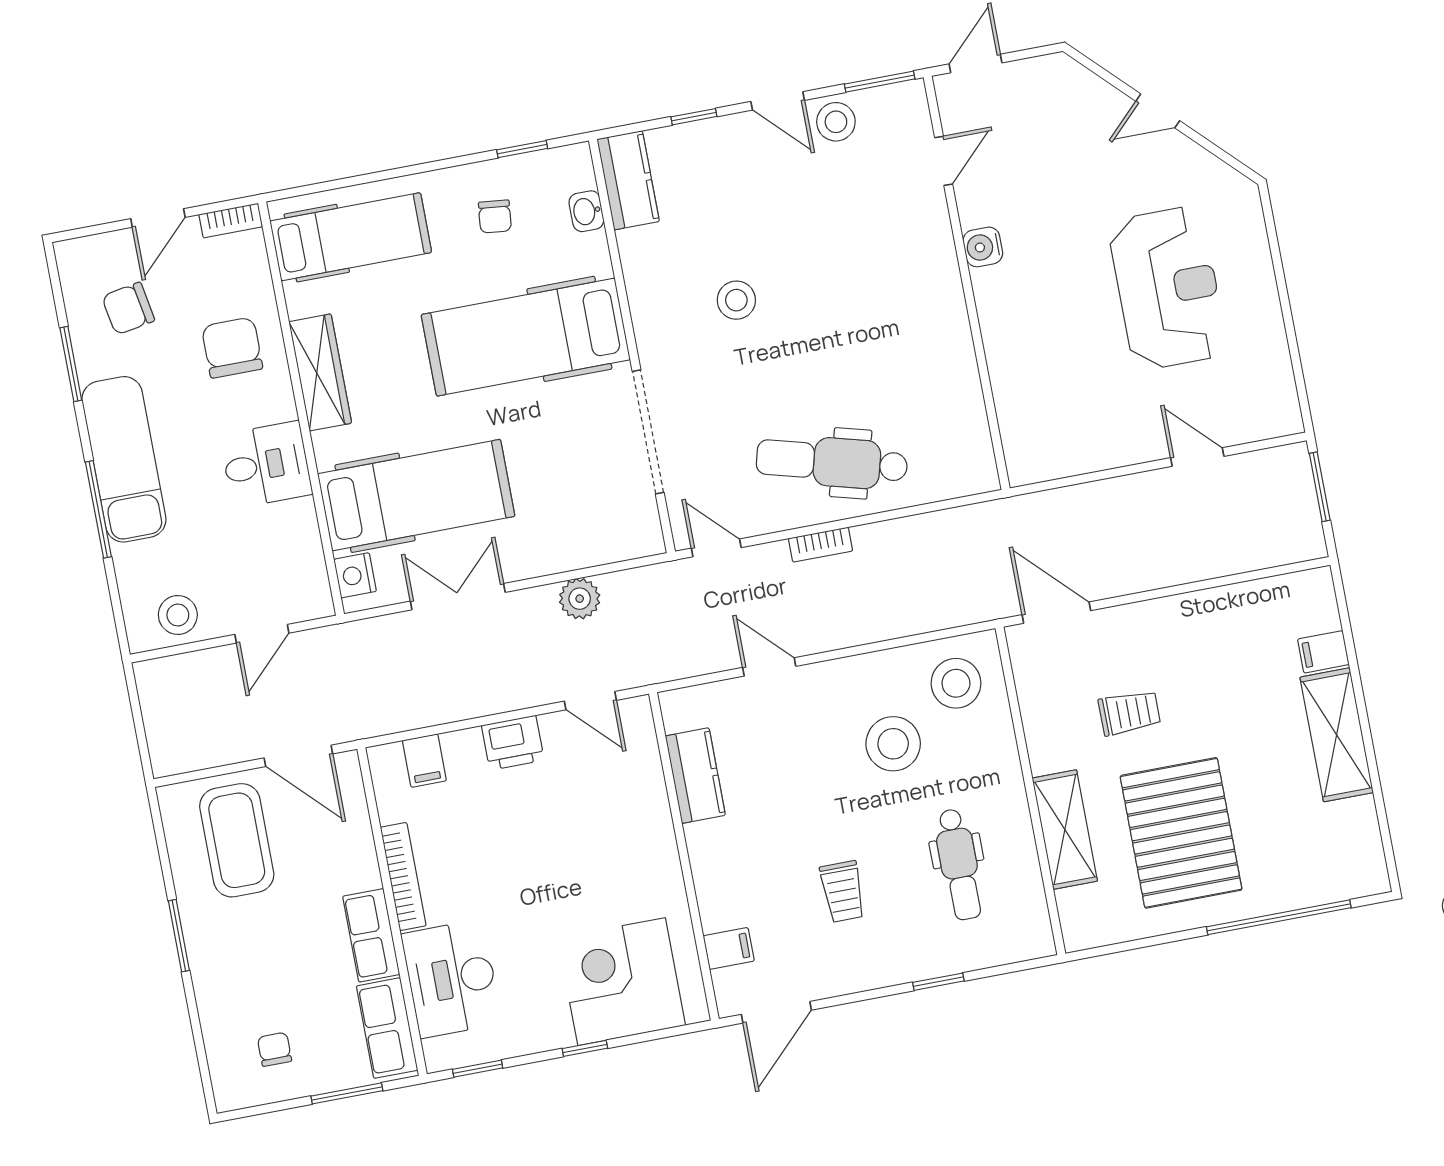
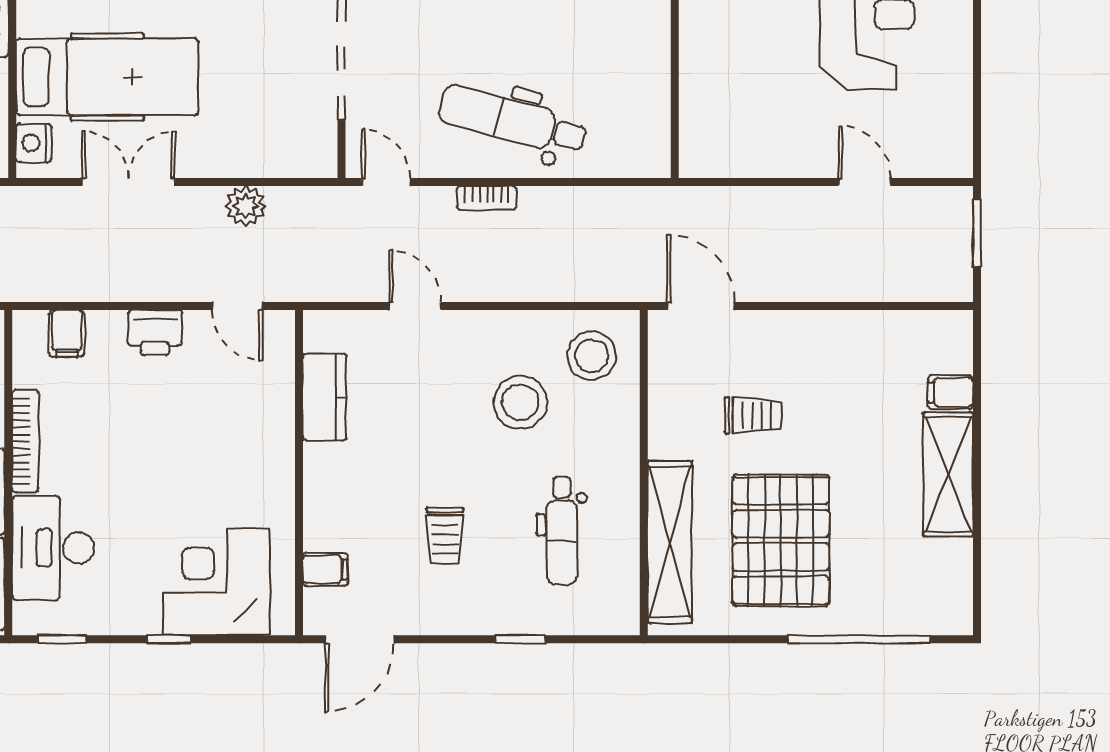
shelving: (1065, 830) -> (670, 542), width x1.47

